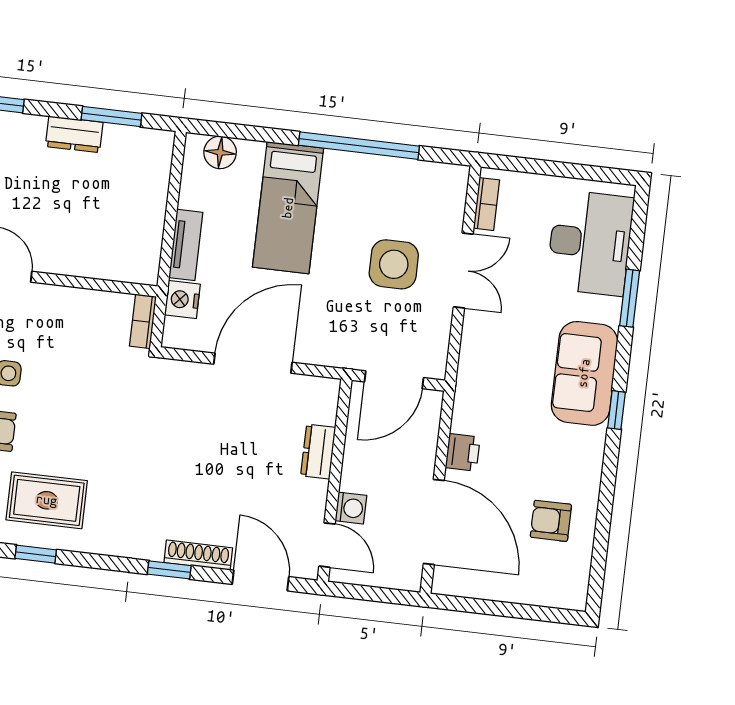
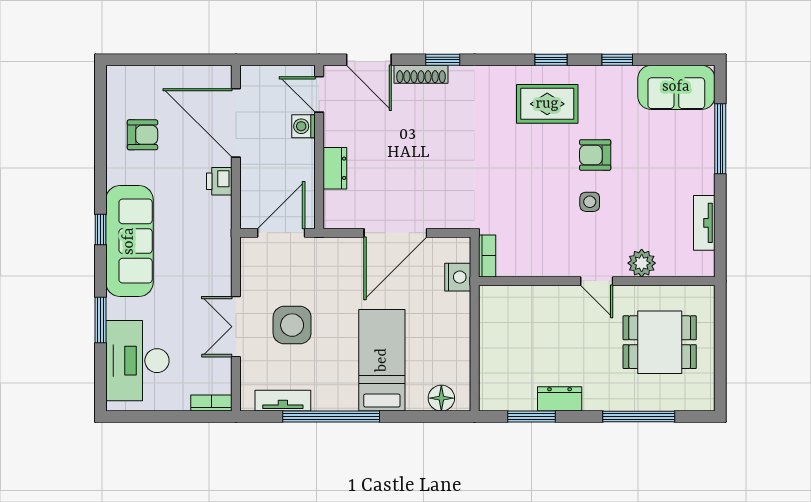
bookcase: (486, 204) -> (211, 403), moved, turned 90
tv unit: (186, 245) -> (283, 401), moved, turned 90
sofa: (584, 373) -> (129, 241), width x1.36

